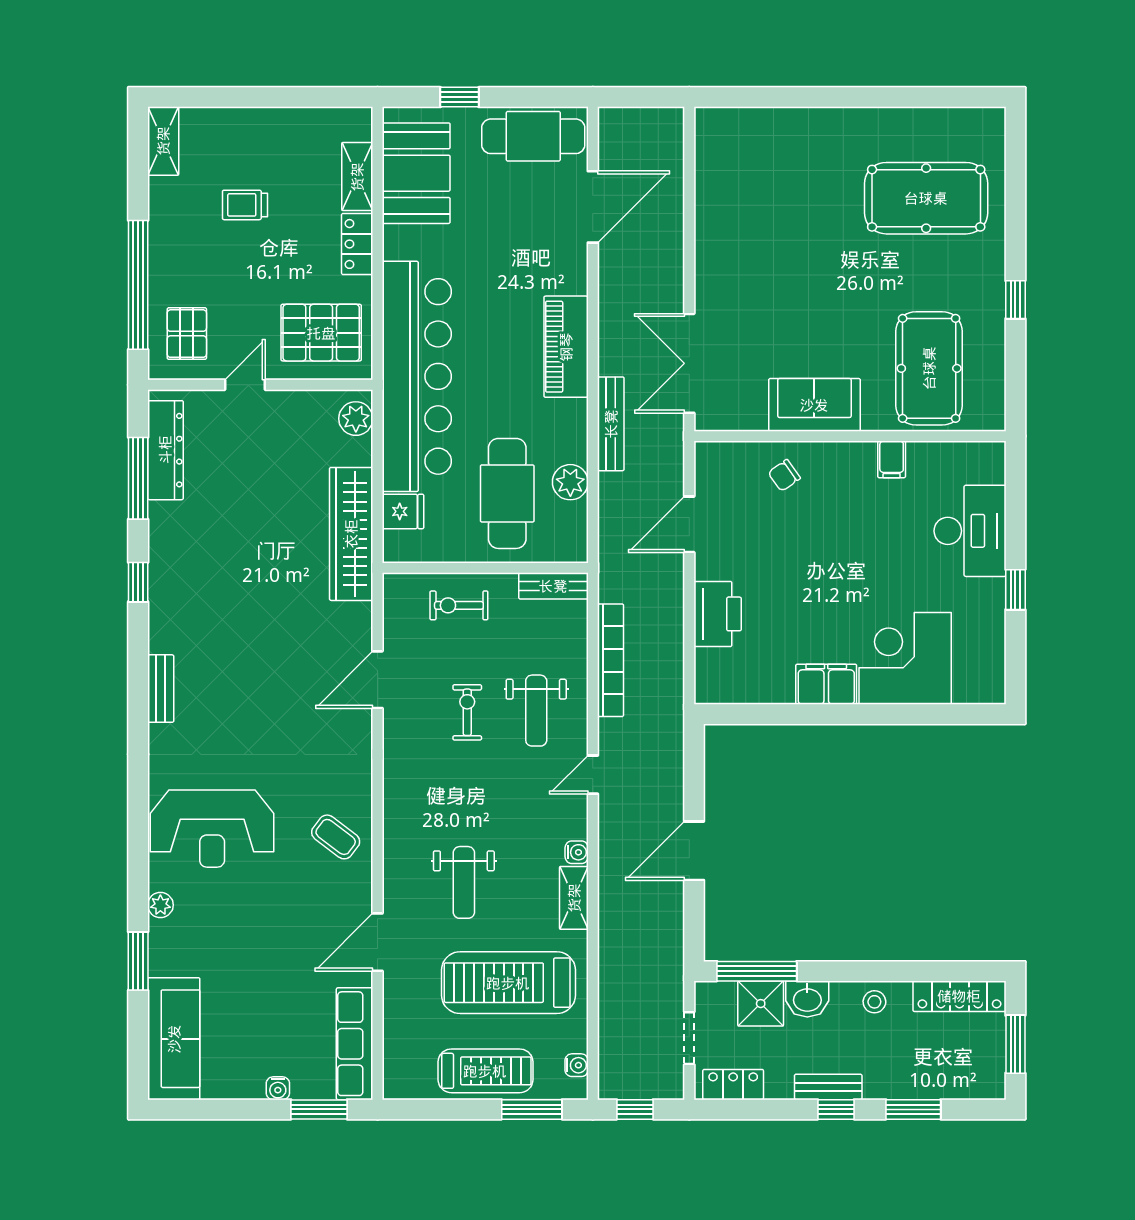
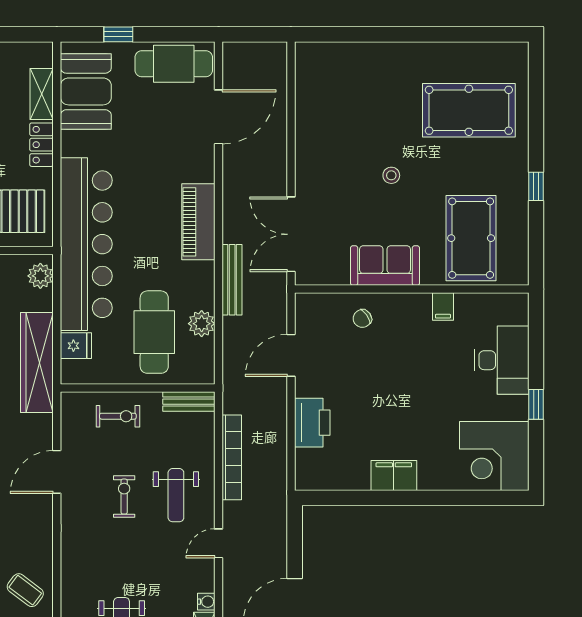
stool: (823, 285) -> (391, 175), added
exercise bike: (459, 605) -> (118, 416), turned 180
corner desk: (905, 658) -> (494, 456), moved, turned -90

